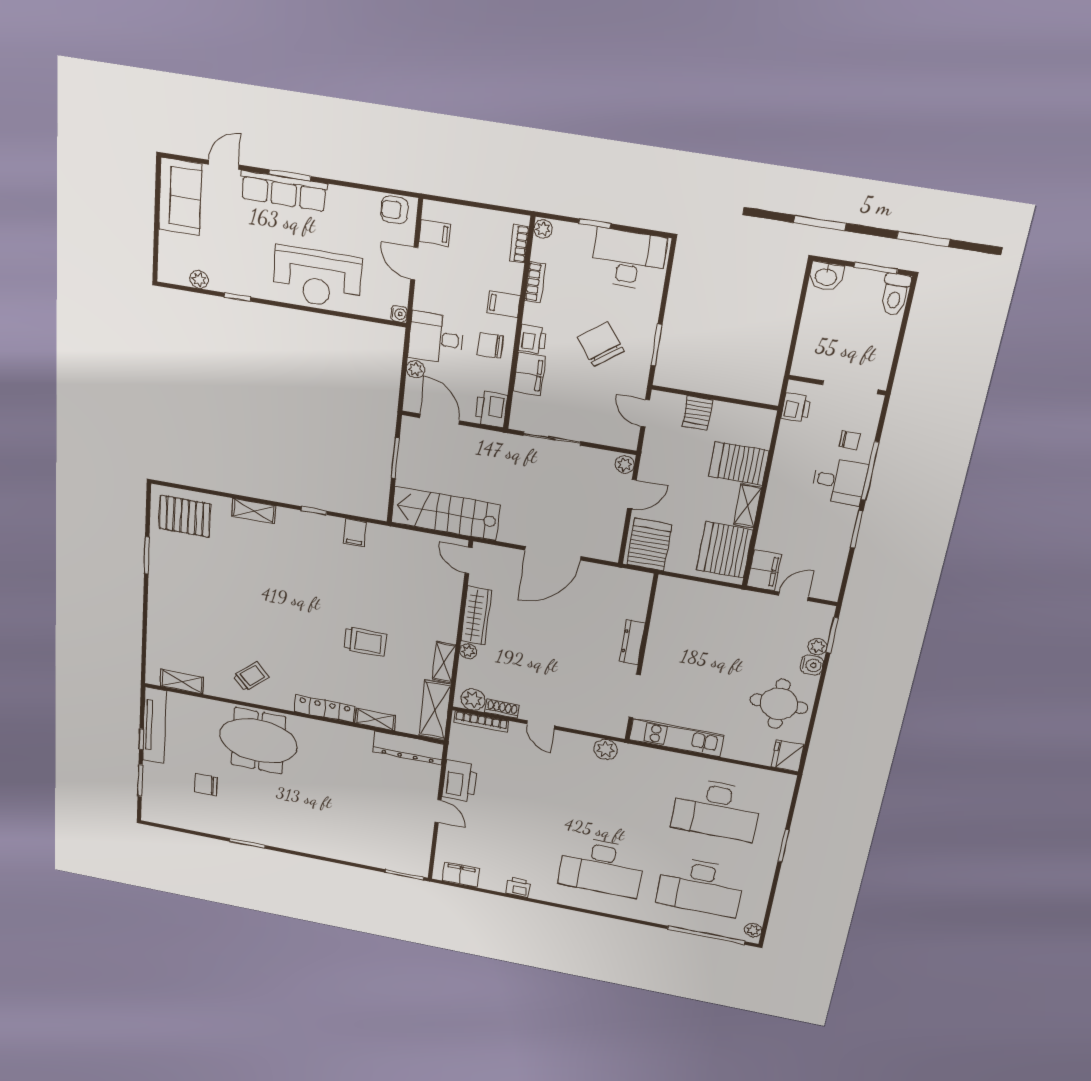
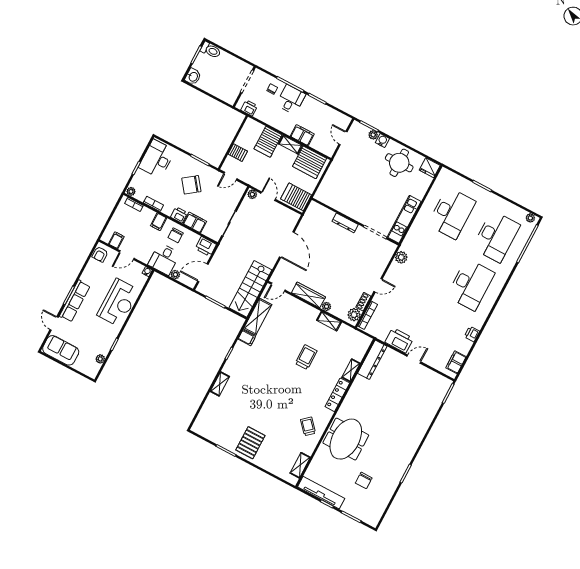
pallet: (185, 516) -> (250, 443), moved
filing cabinet: (764, 570) -> (302, 135), moved
shelving: (435, 710) -> (258, 317), moved, turned 90

